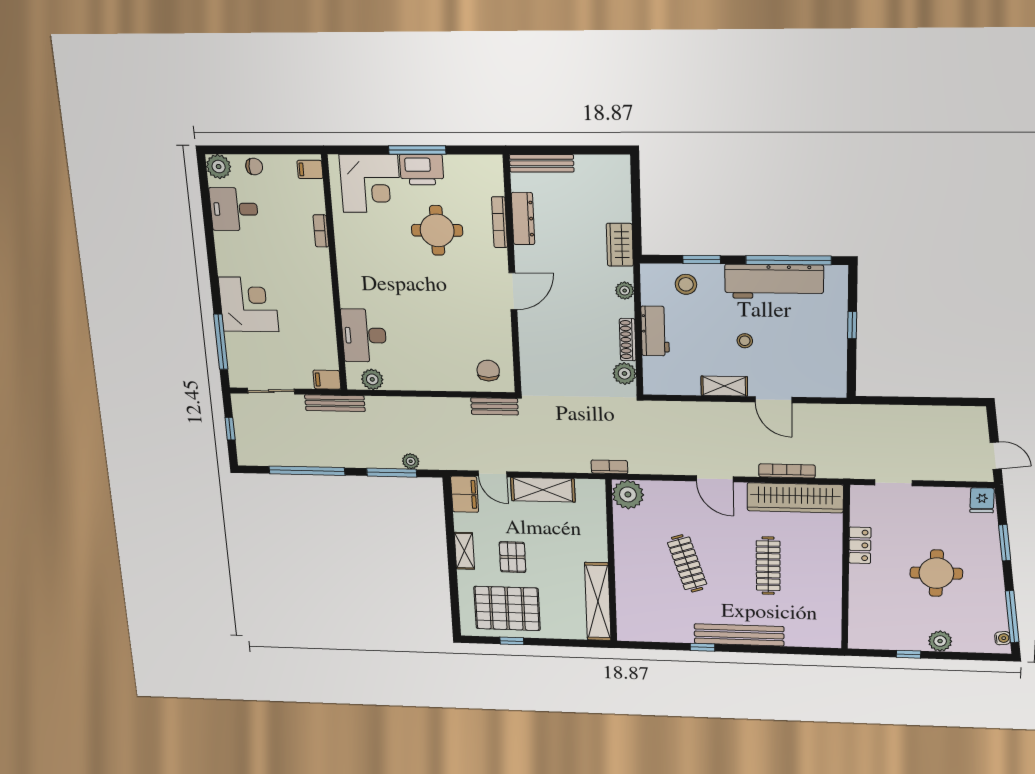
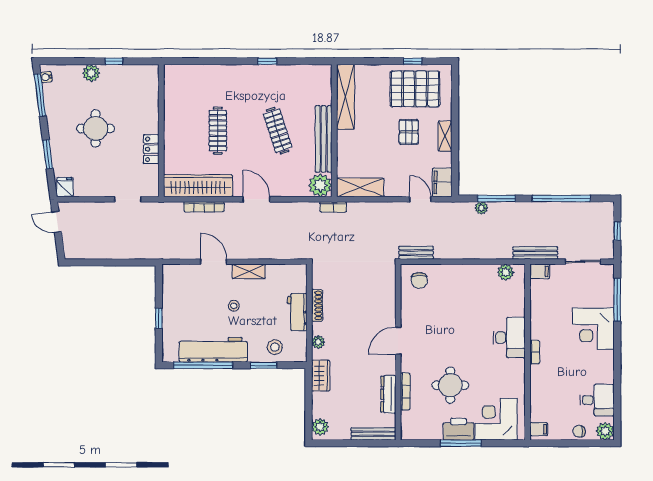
bookcase: (321, 231) -> (535, 352), moved
desk: (364, 335) -> (509, 338), moved
plant: (624, 373) -> (320, 427), moved
shelving: (543, 490) -> (360, 187), moved
bench: (739, 635) -> (324, 139), moved, turned 90

